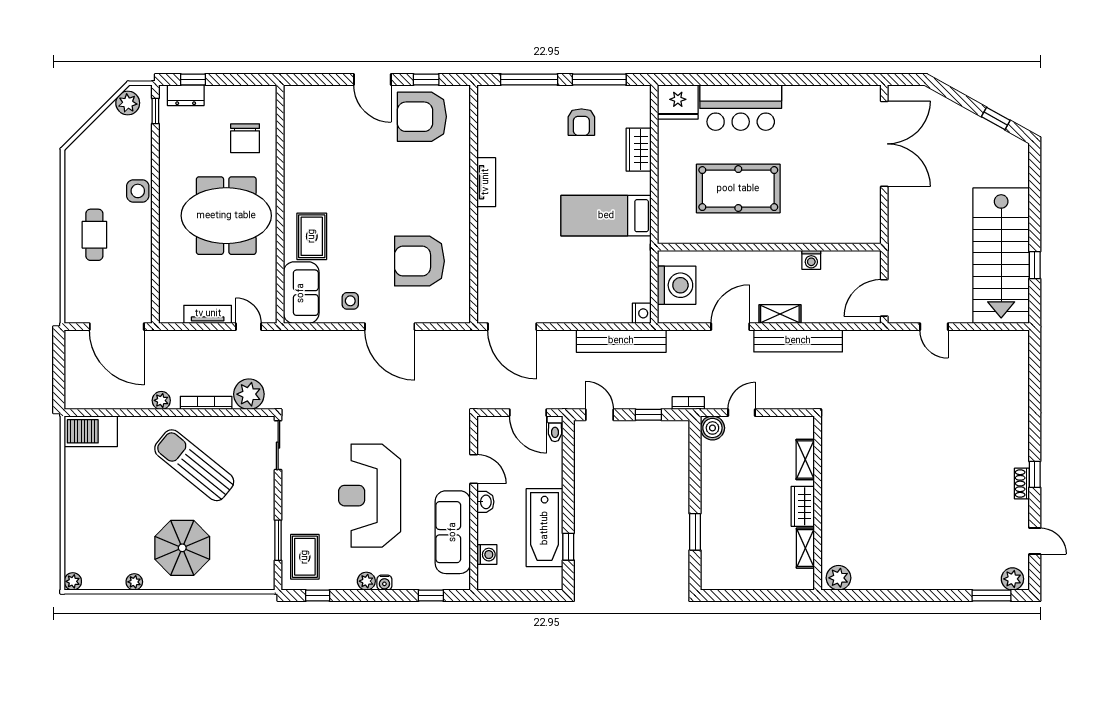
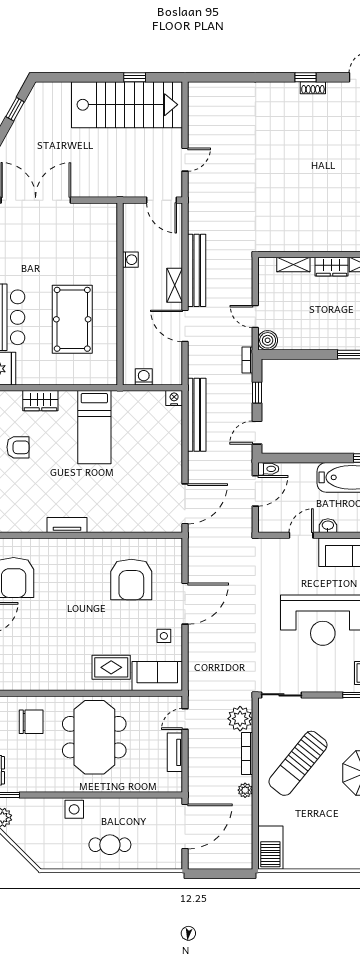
washing machine: (677, 285) -> (144, 377), width x0.53, depth x0.53

